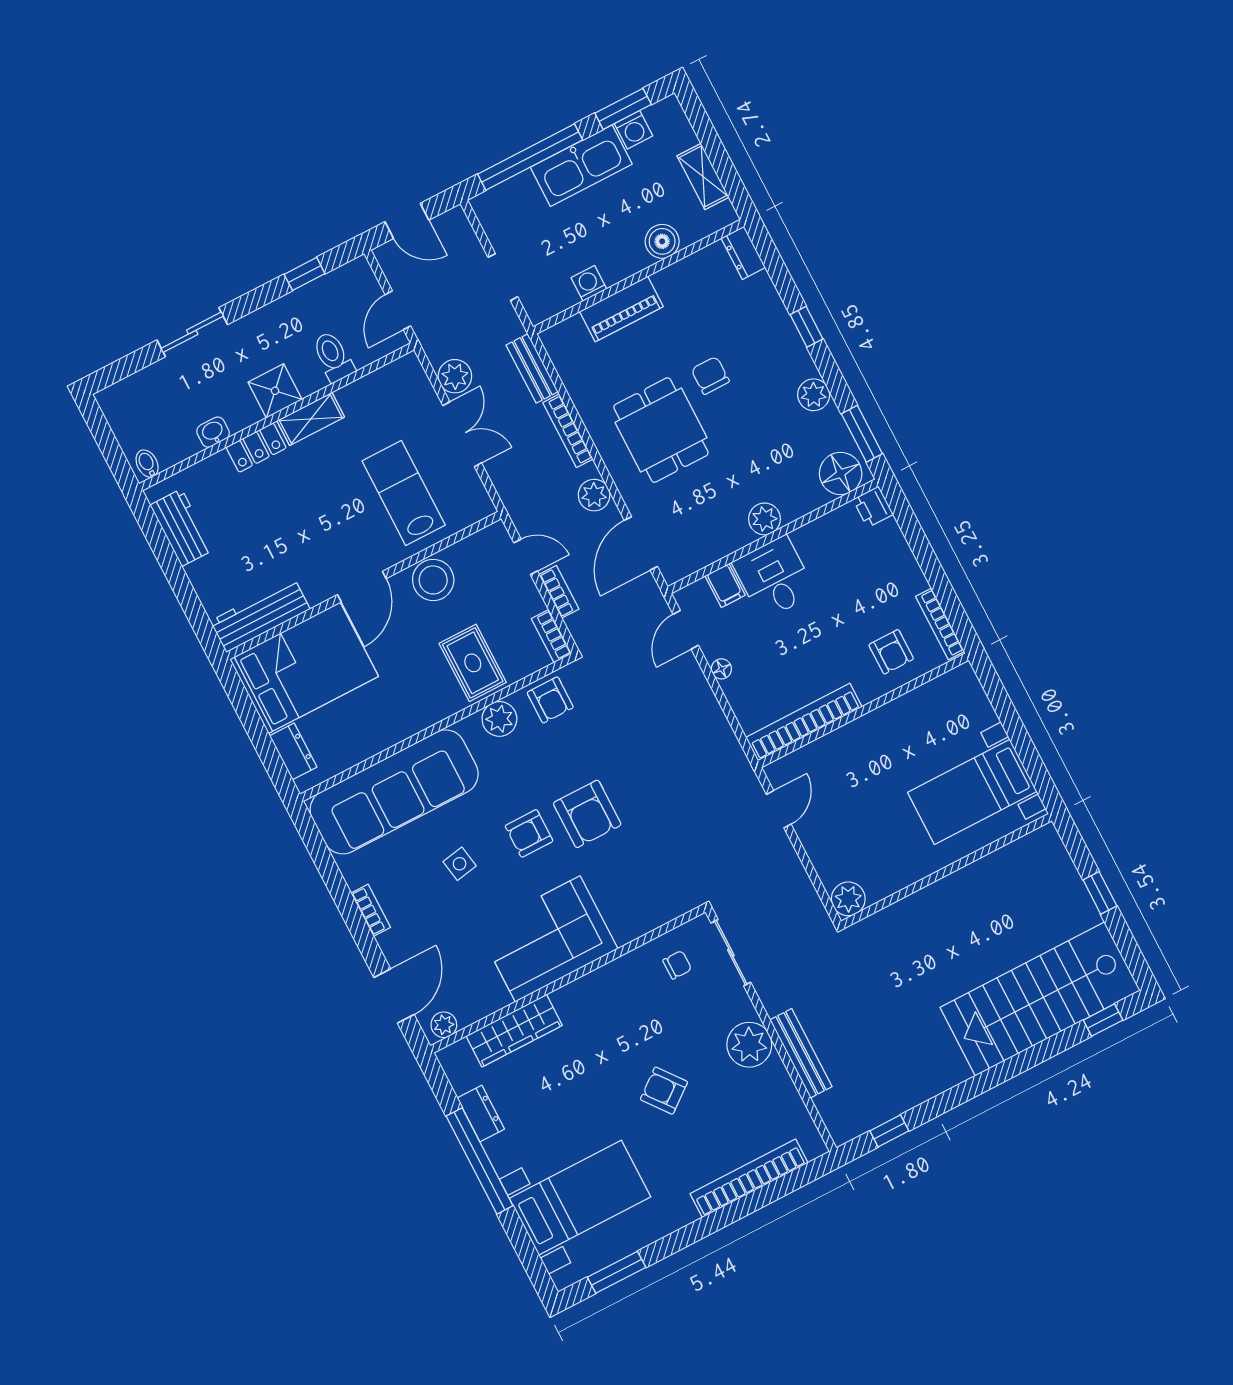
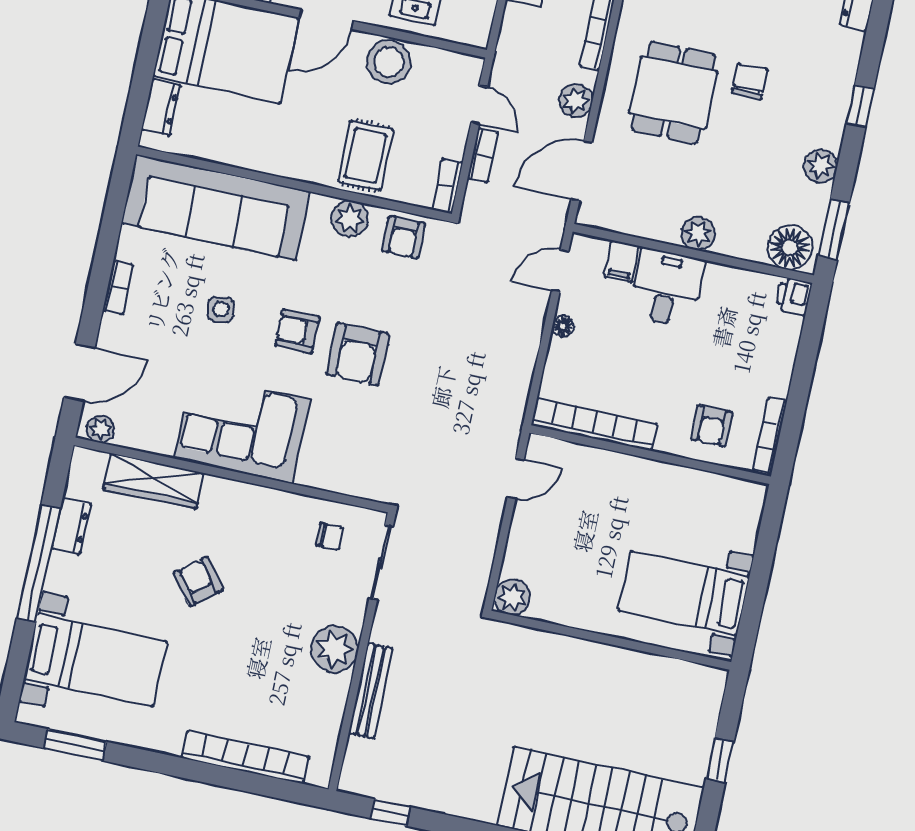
armchair: (664, 1091) -> (198, 581), moved

